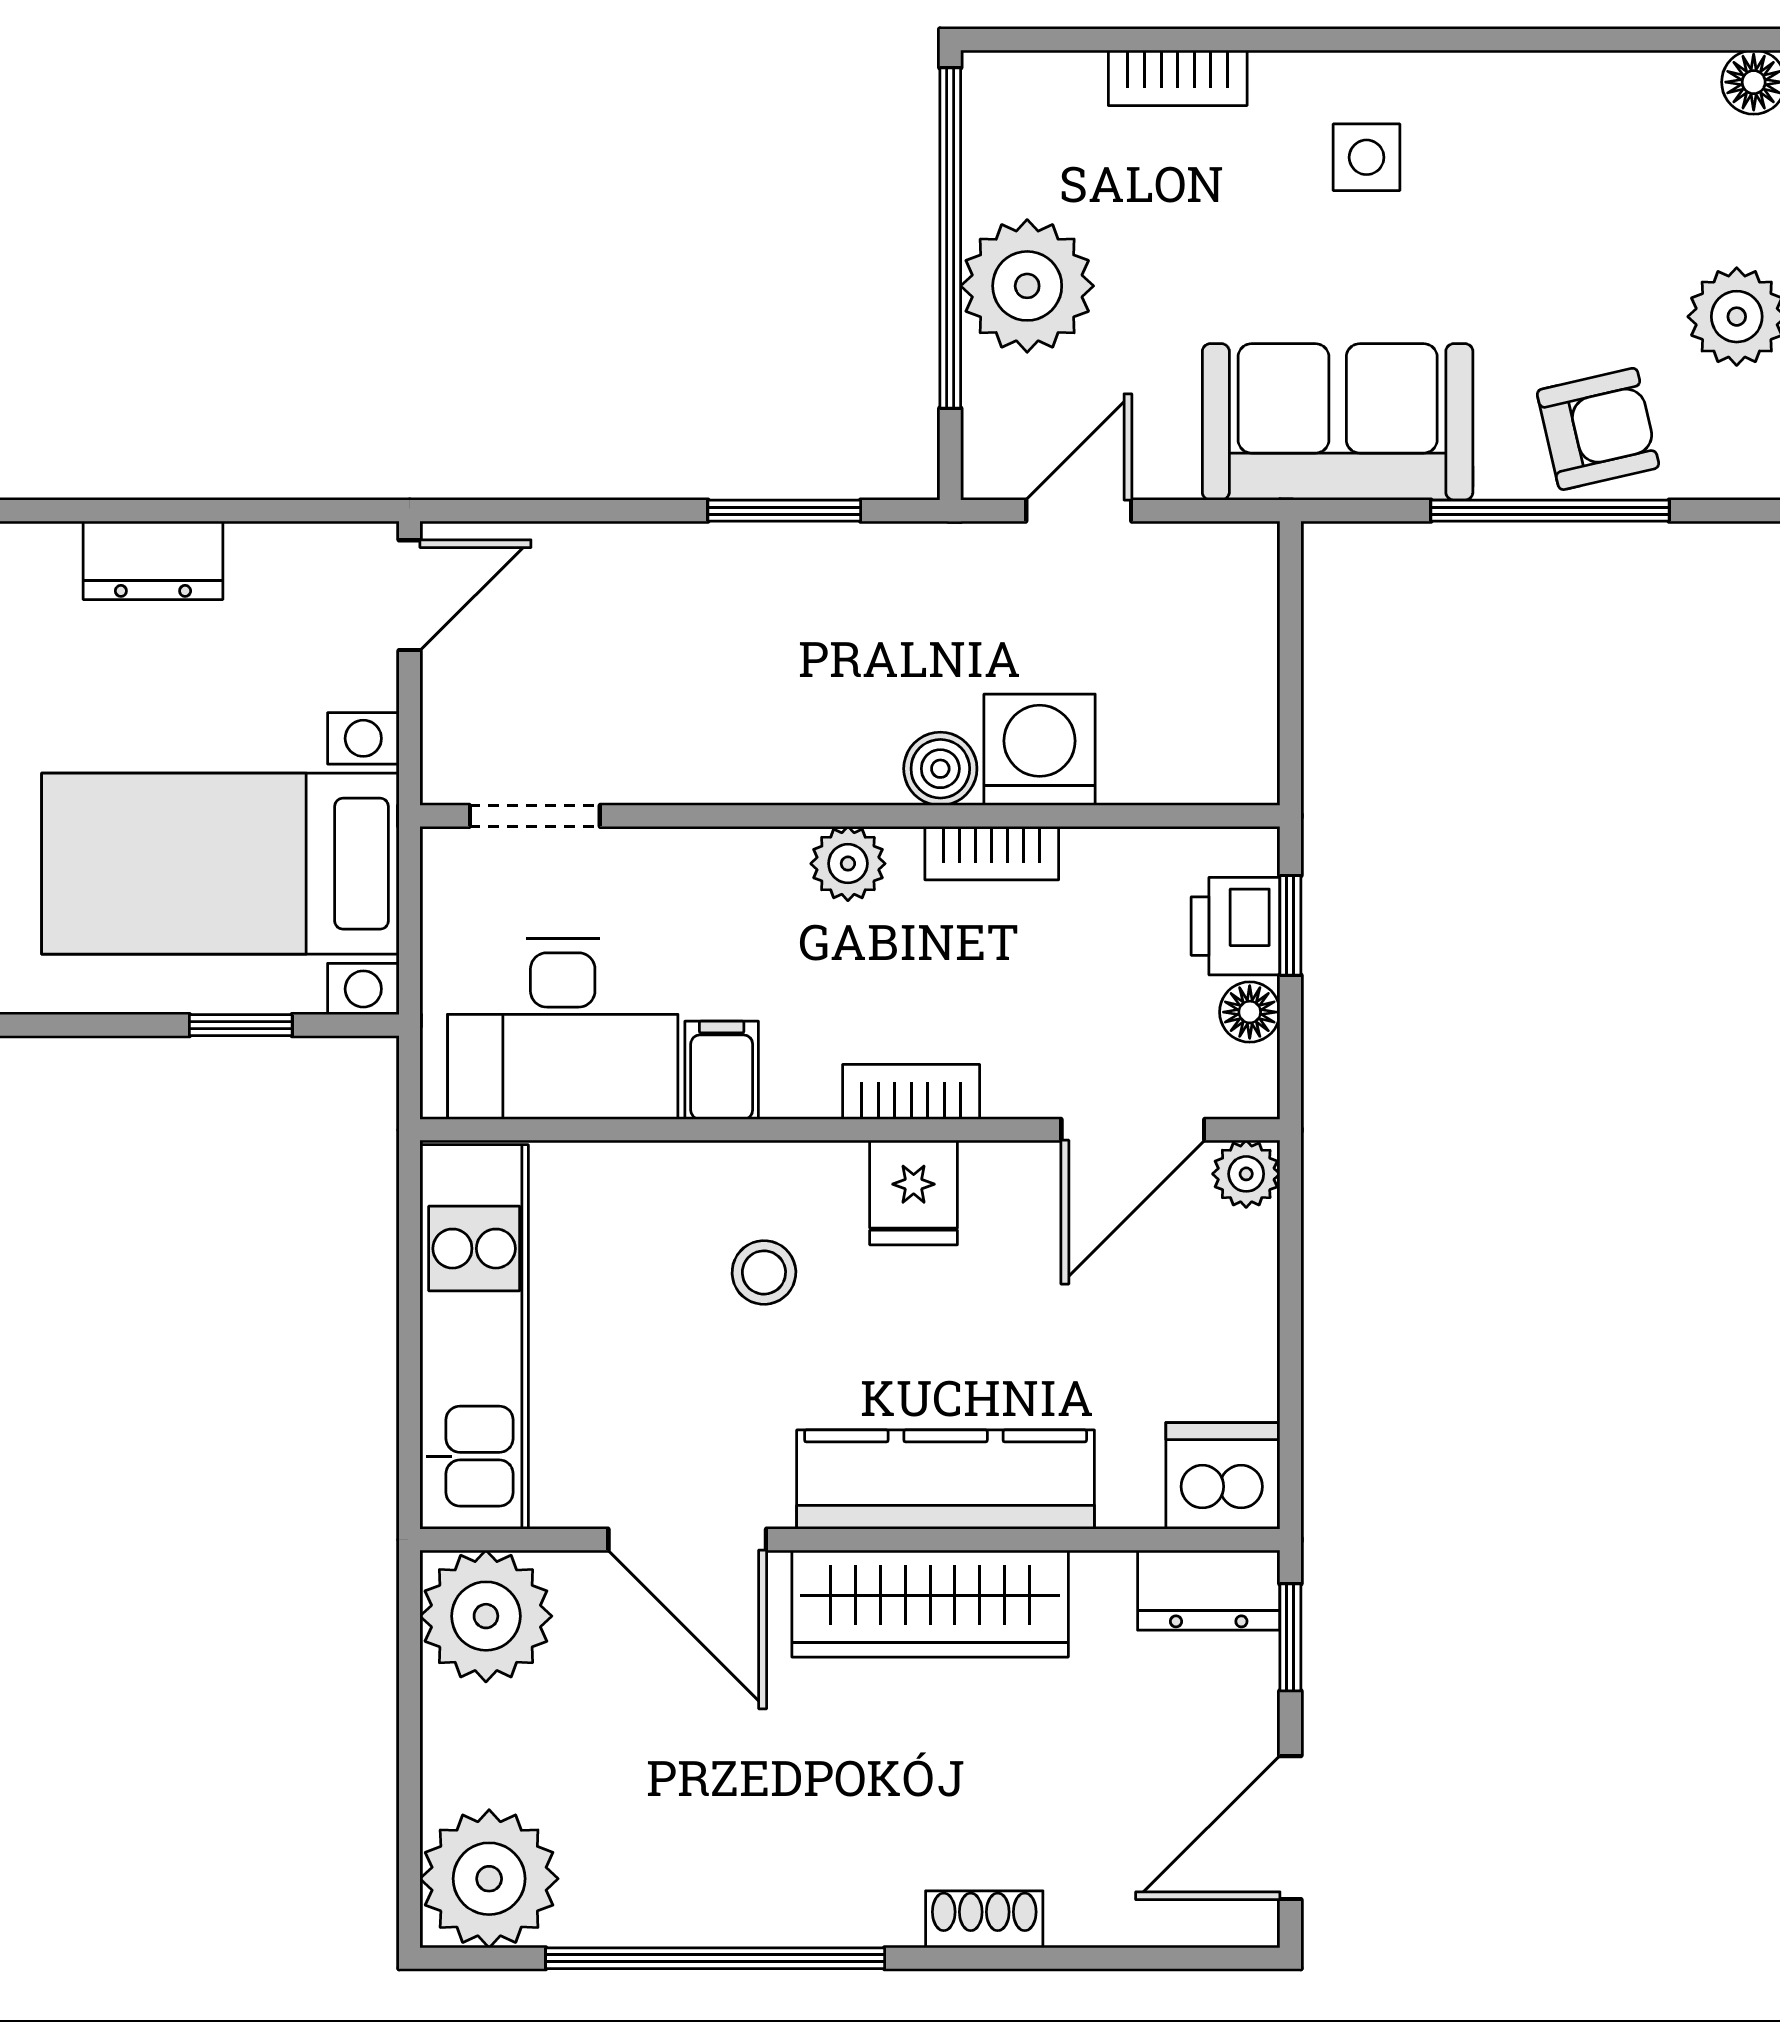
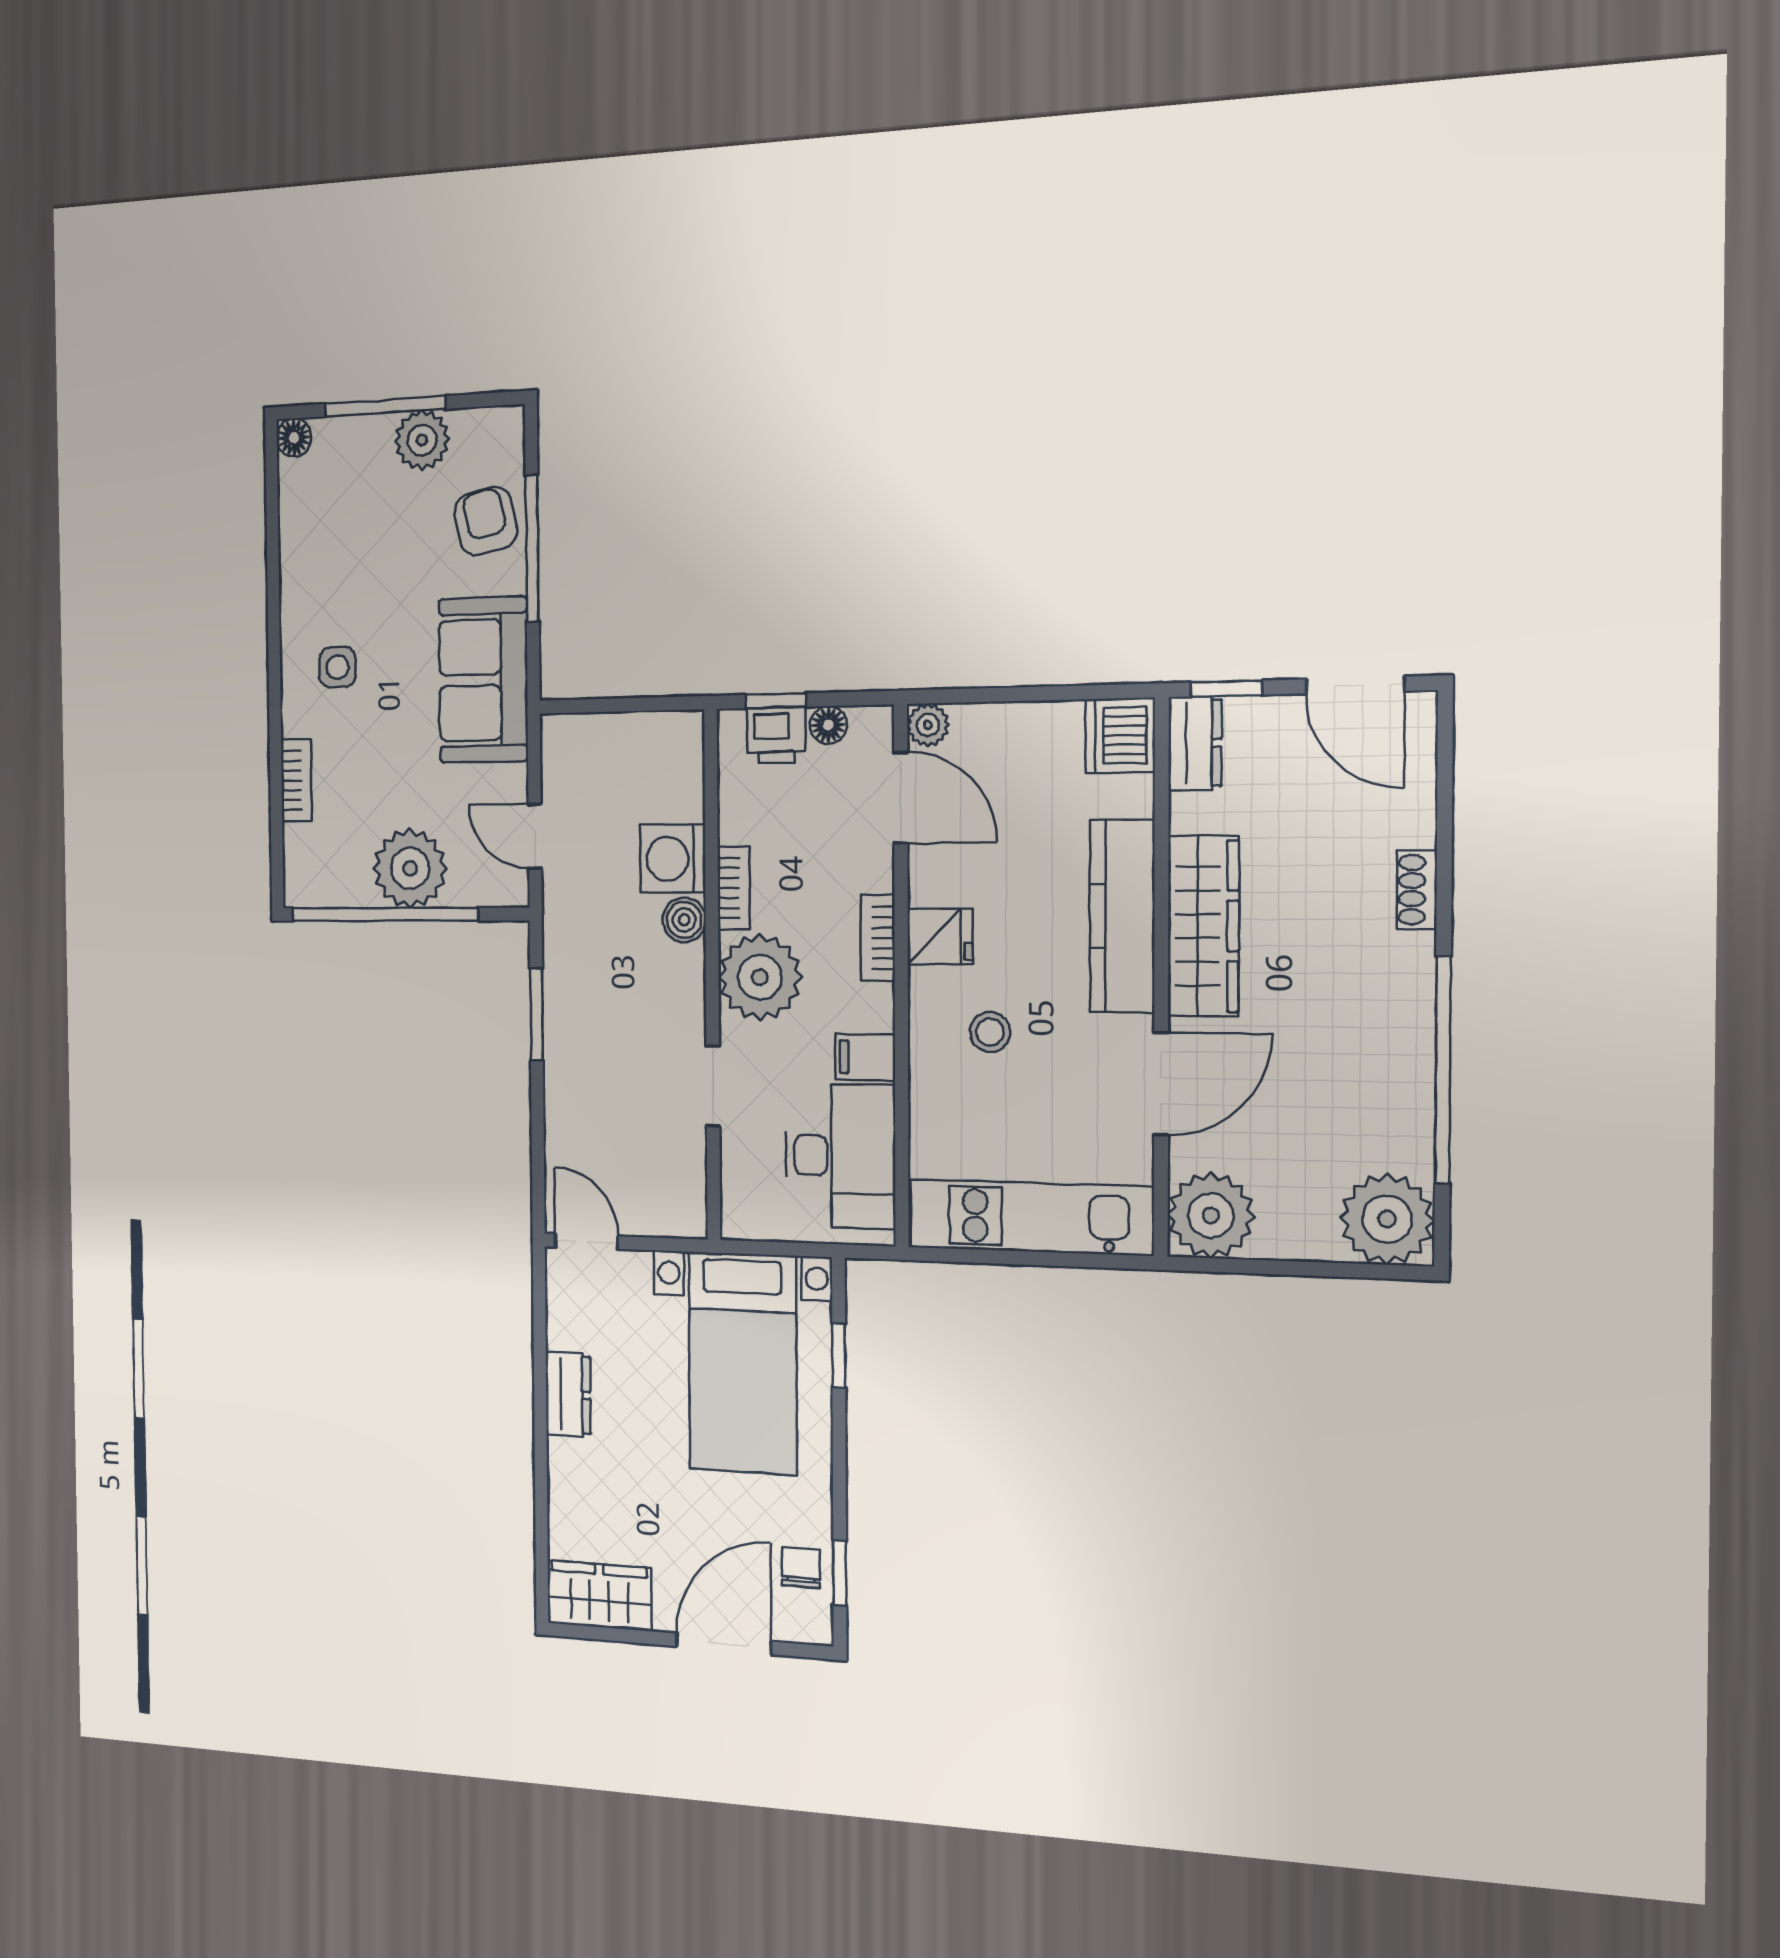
doorway: (535, 816) -> (713, 1086), moved
plant: (848, 864) -> (760, 977), width x1.88, depth x1.88

